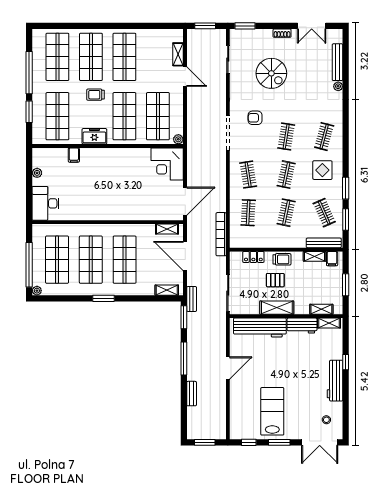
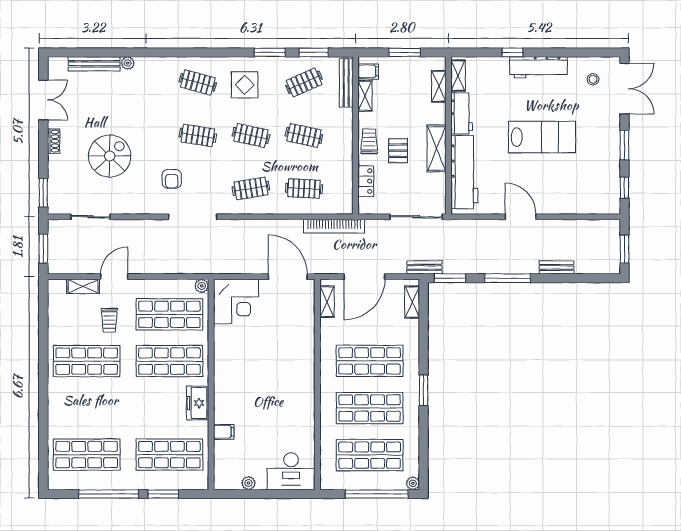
shop shelf: (91, 57) -> (87, 408), removed
trolley: (95, 95) -> (109, 320), moved
lab bench: (272, 411) -> (542, 137), moved, turned 180

